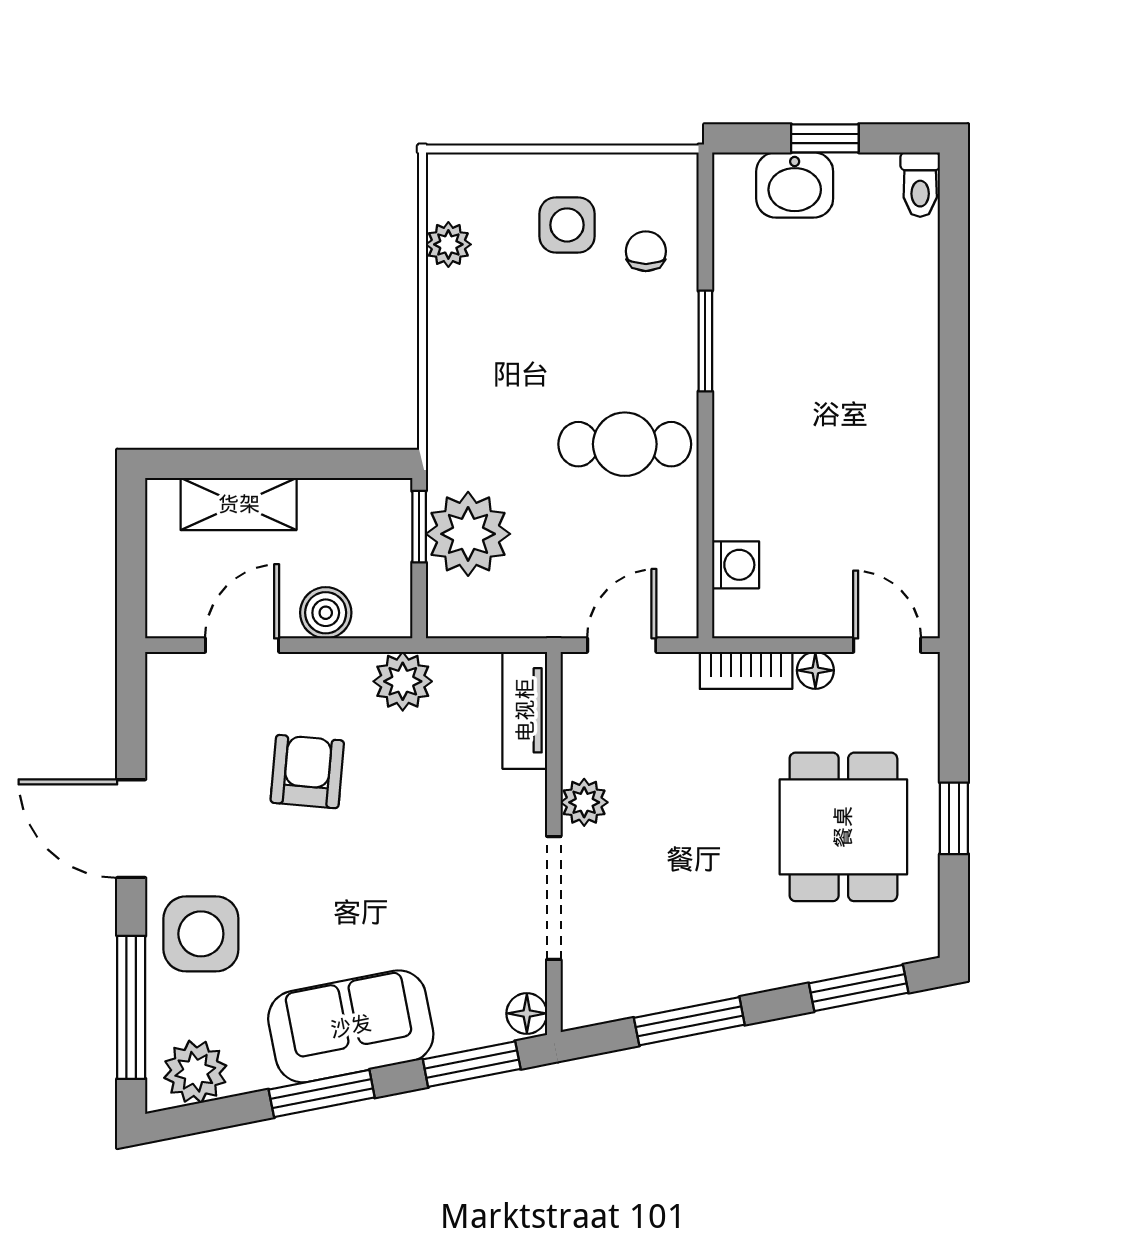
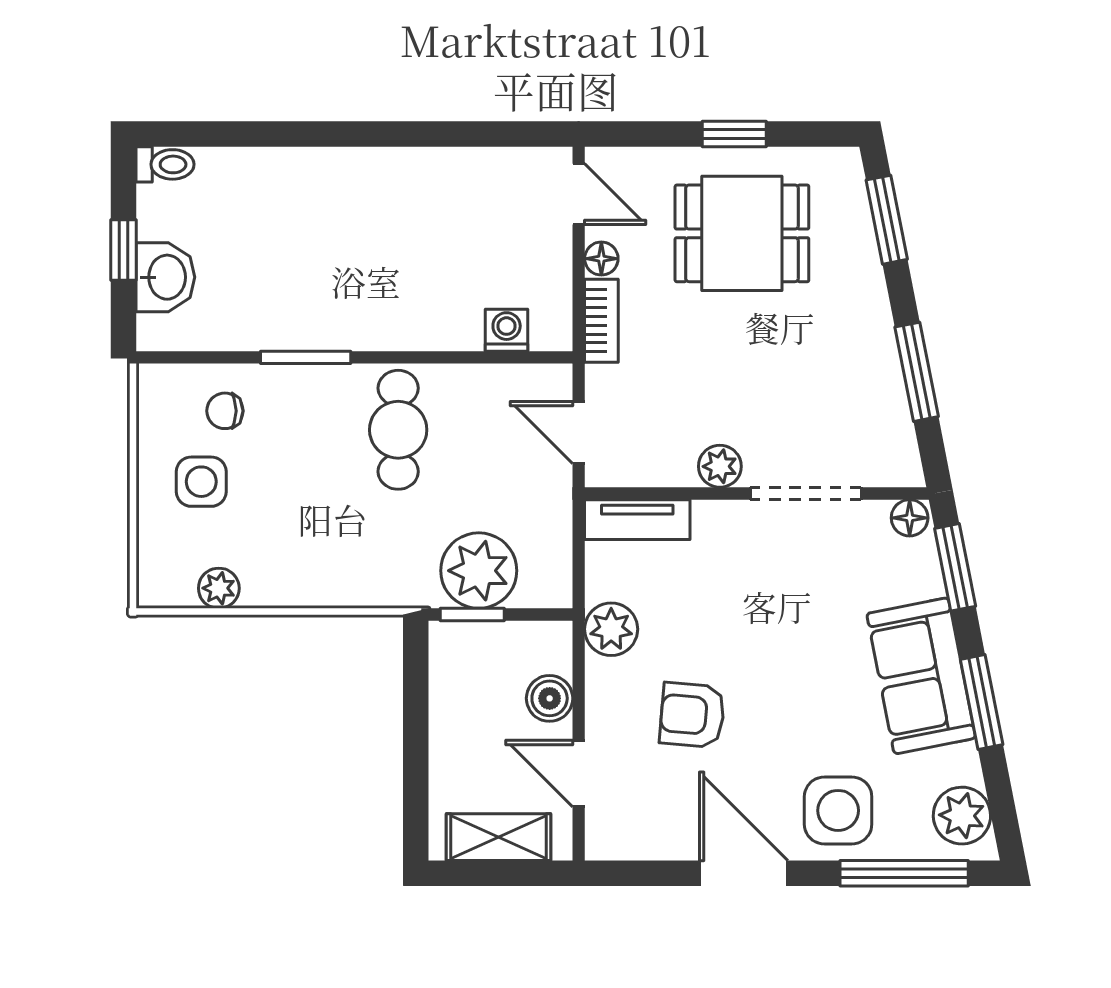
shelving: (239, 504) -> (498, 837), moved, turned 90
door: (887, 645) -> (579, 194), swing flipped
door: (131, 829) -> (744, 873), swing flipped

